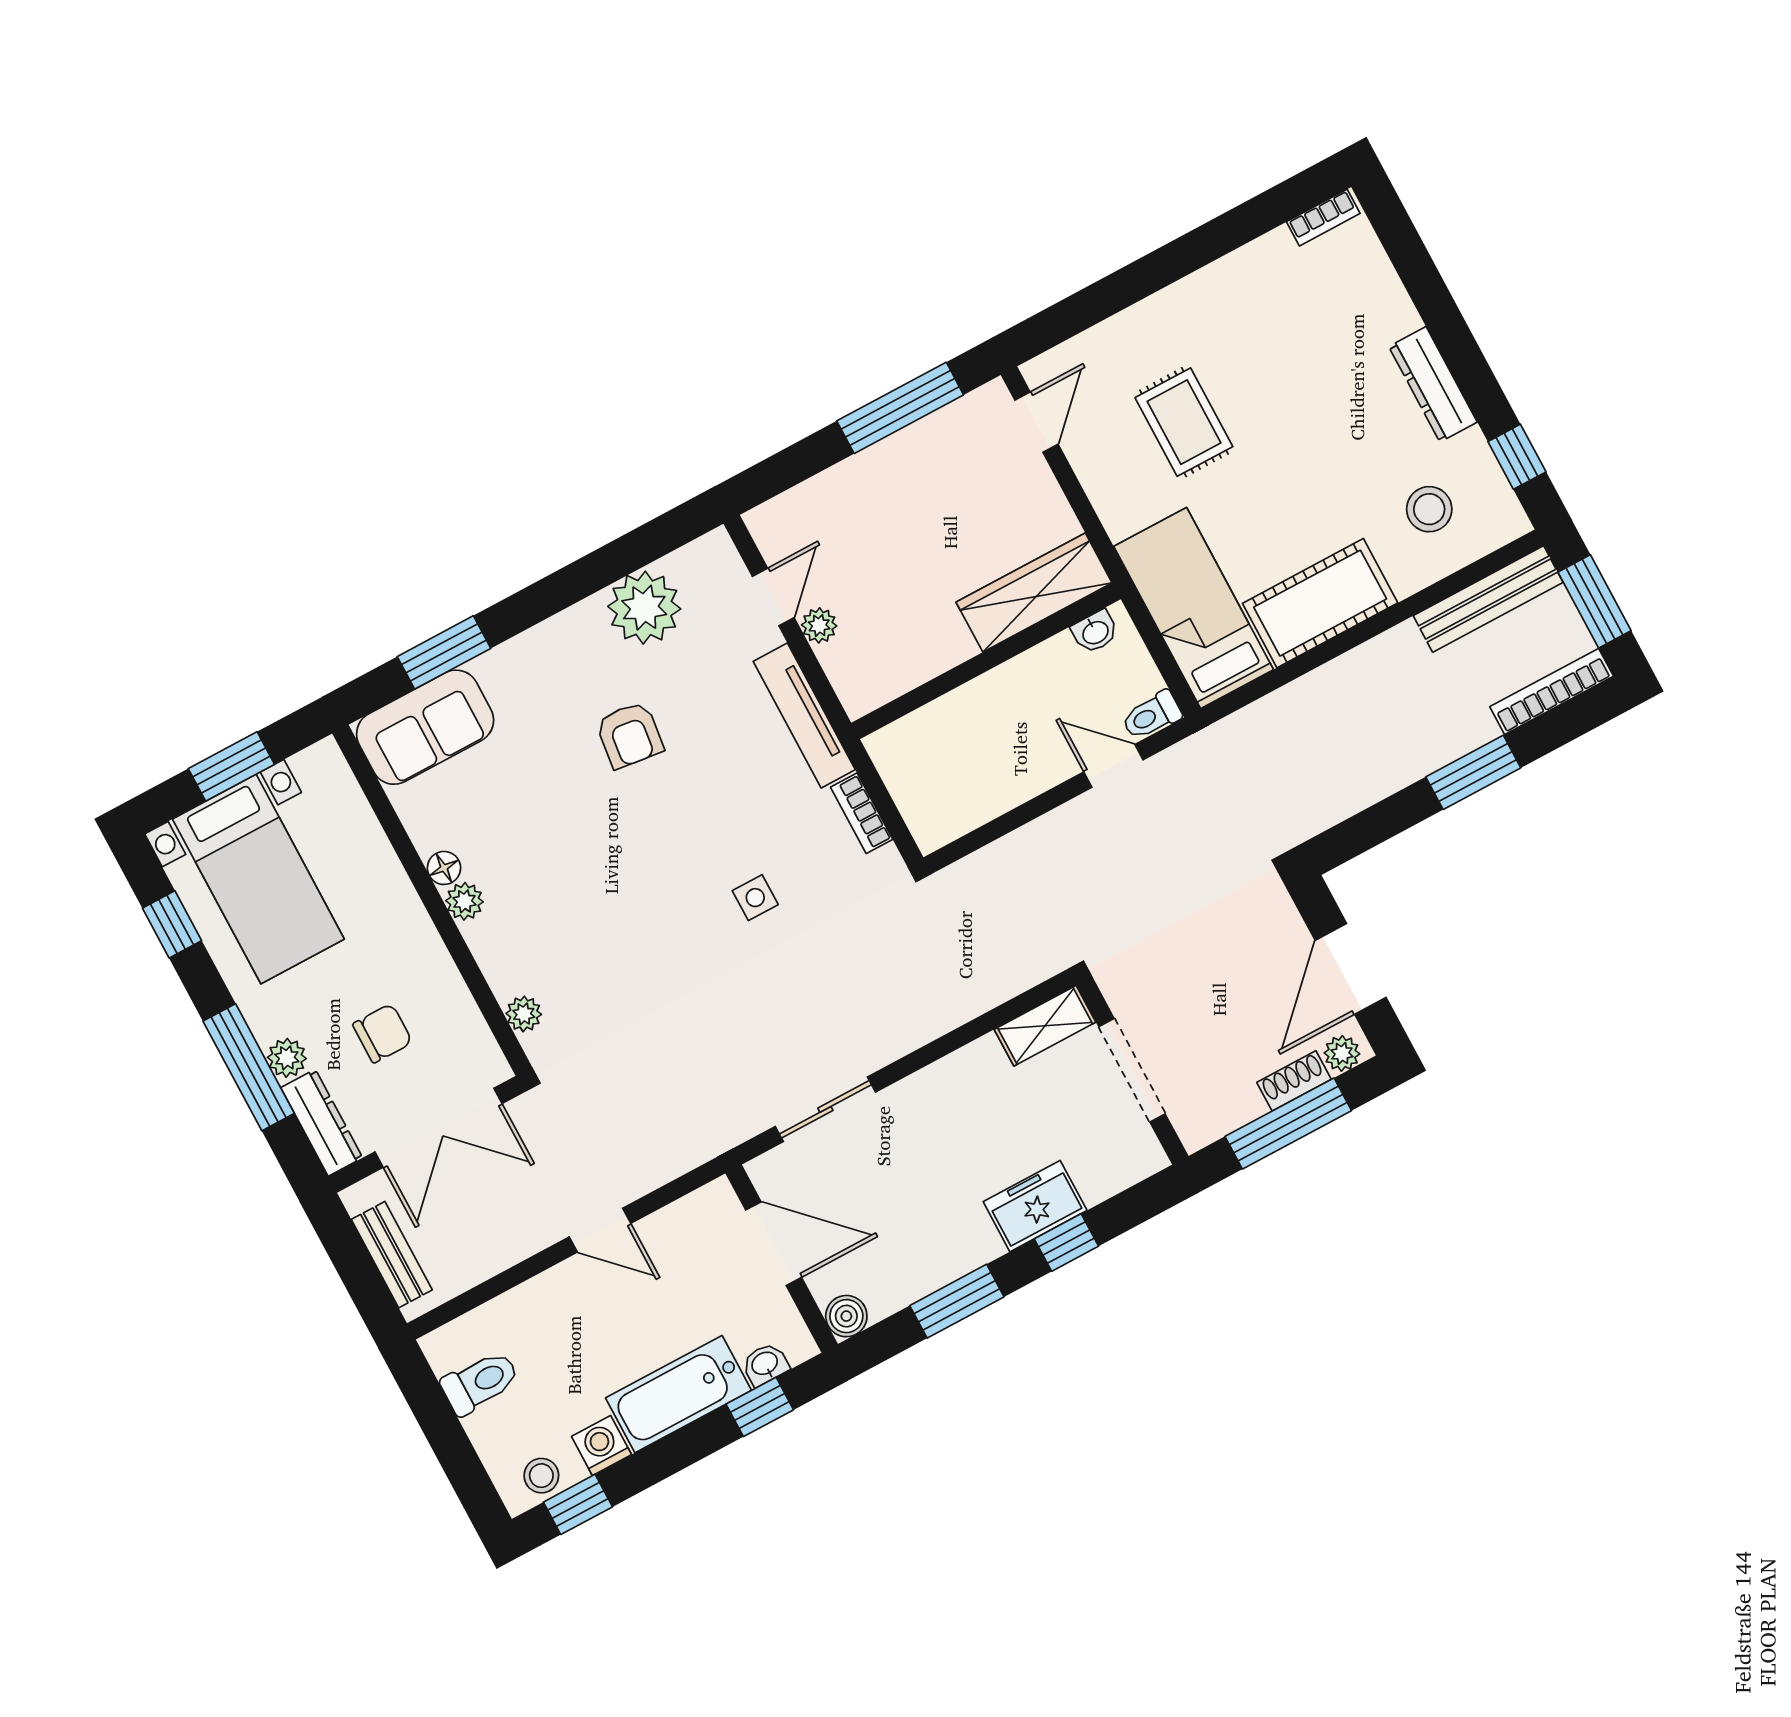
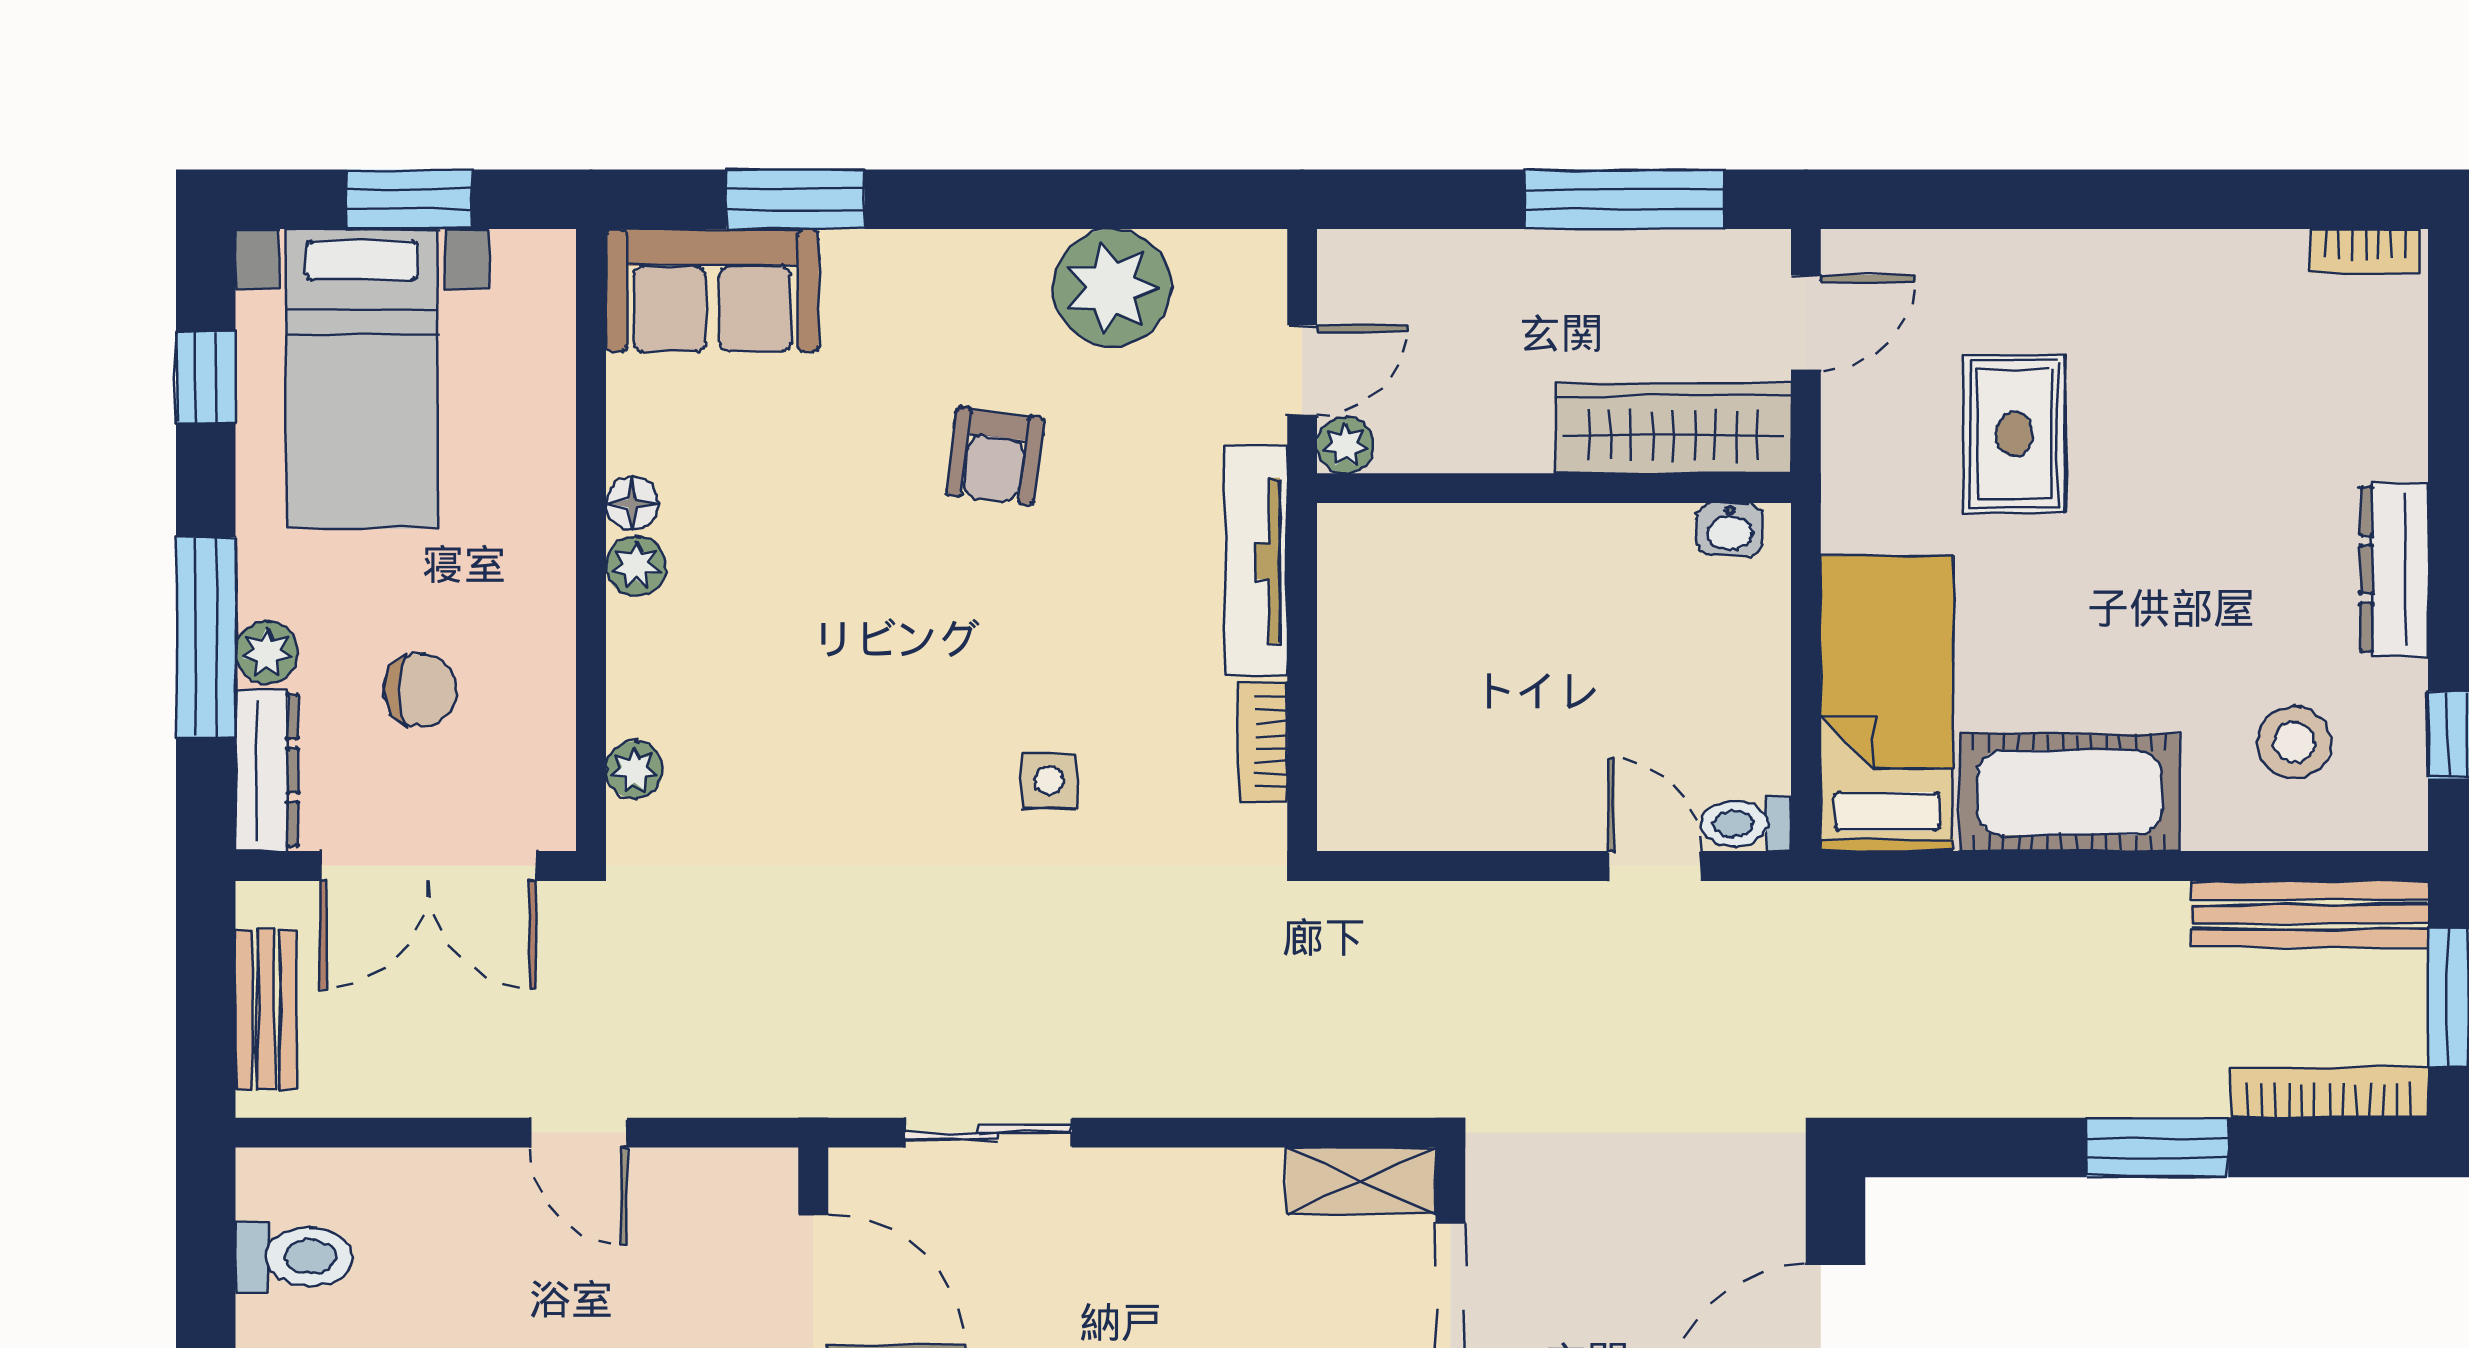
wardrobe: (1034, 593) -> (1674, 428), moved
washbasin: (1095, 632) -> (1730, 529), moved
wall: (986, 661) -> (1554, 488), moved

